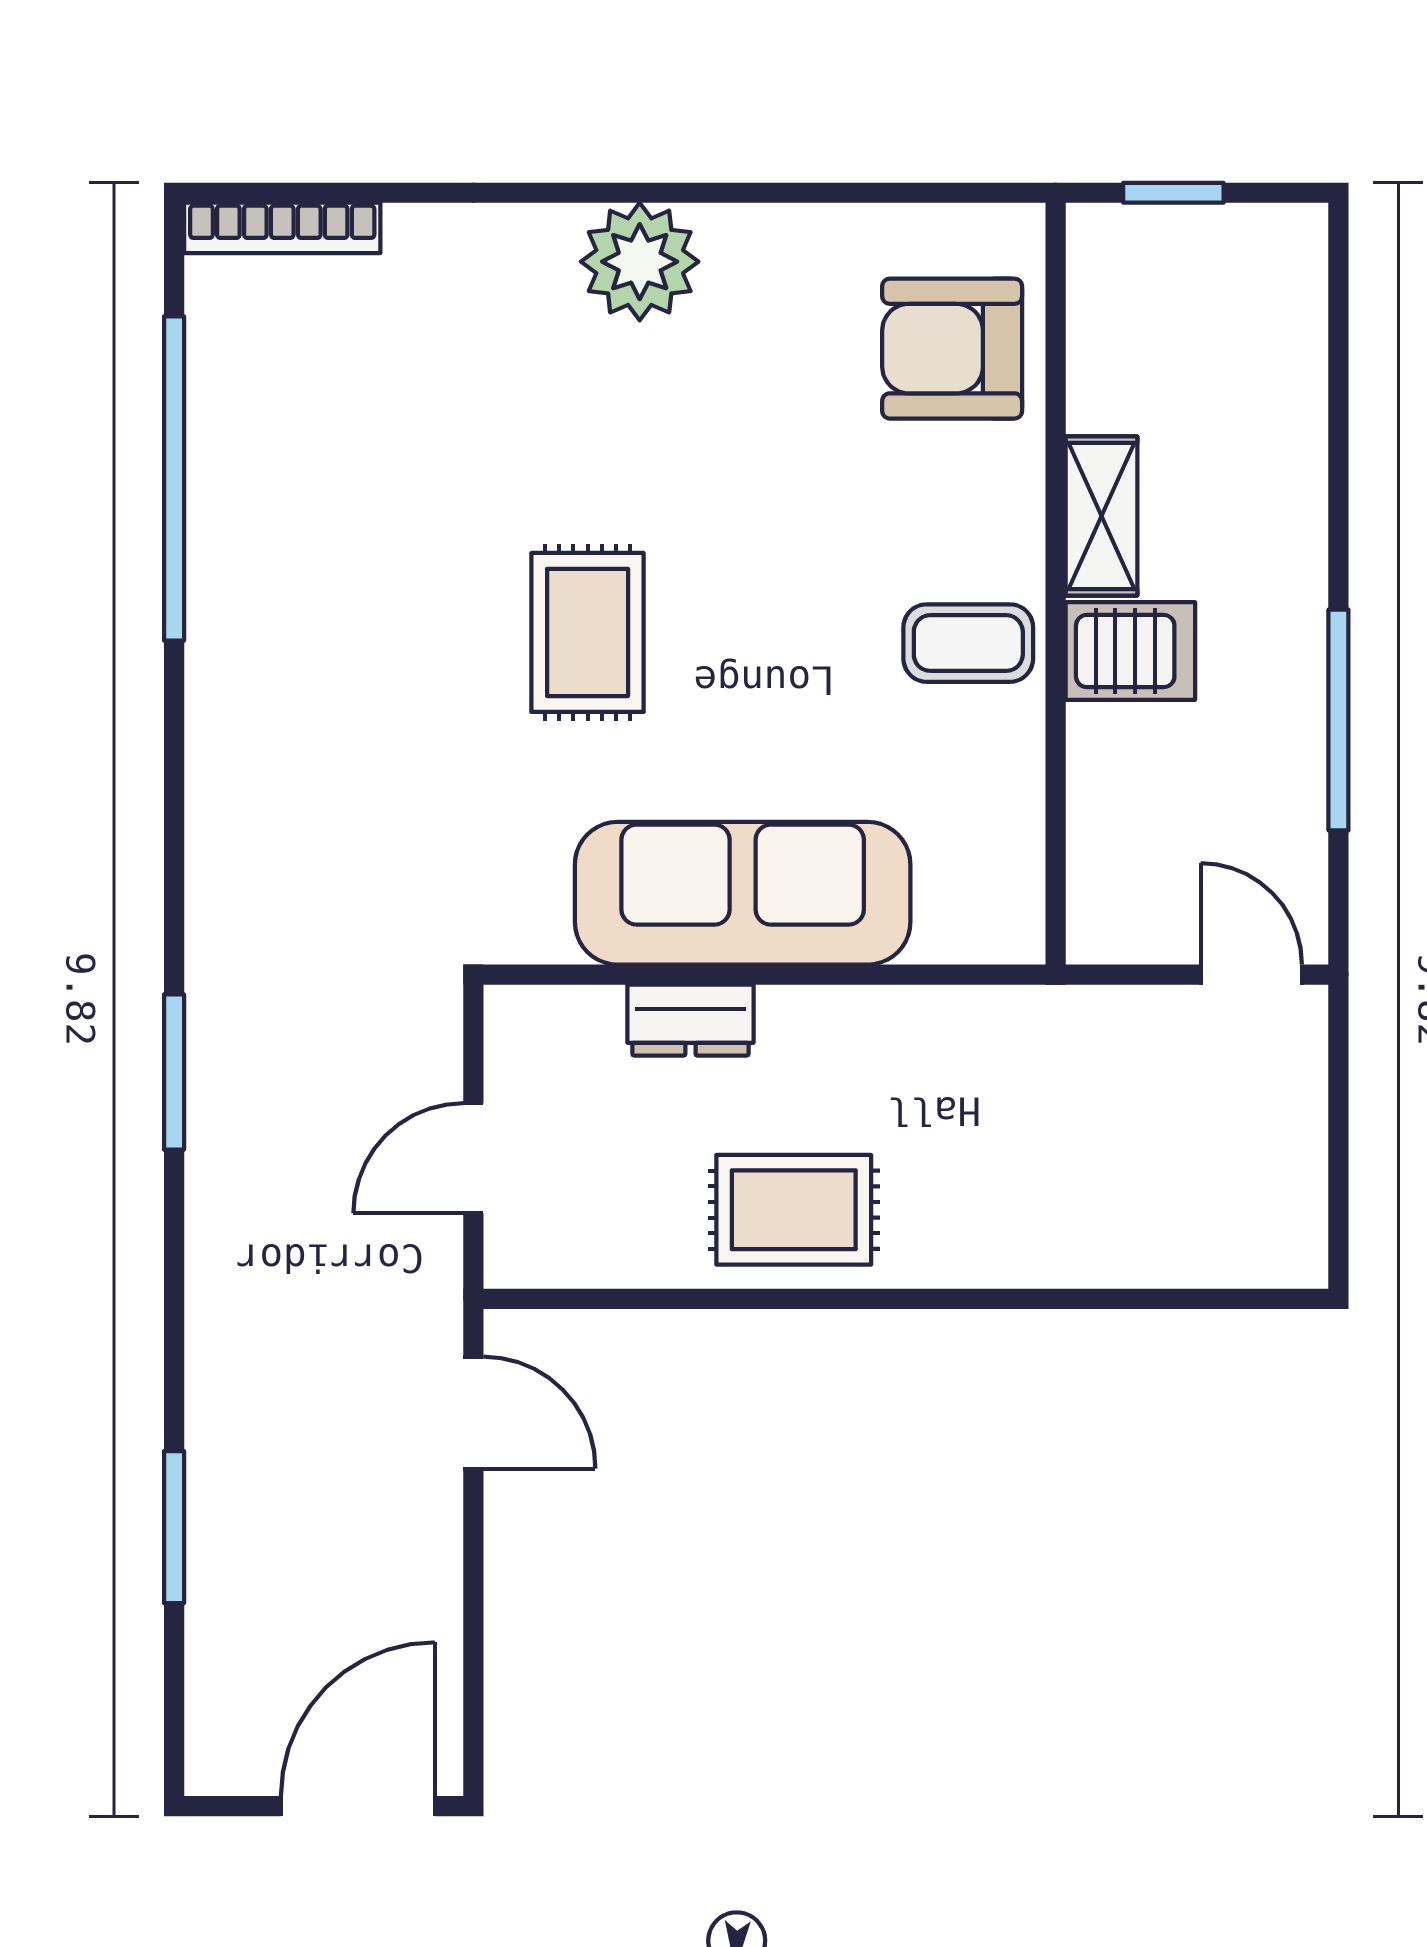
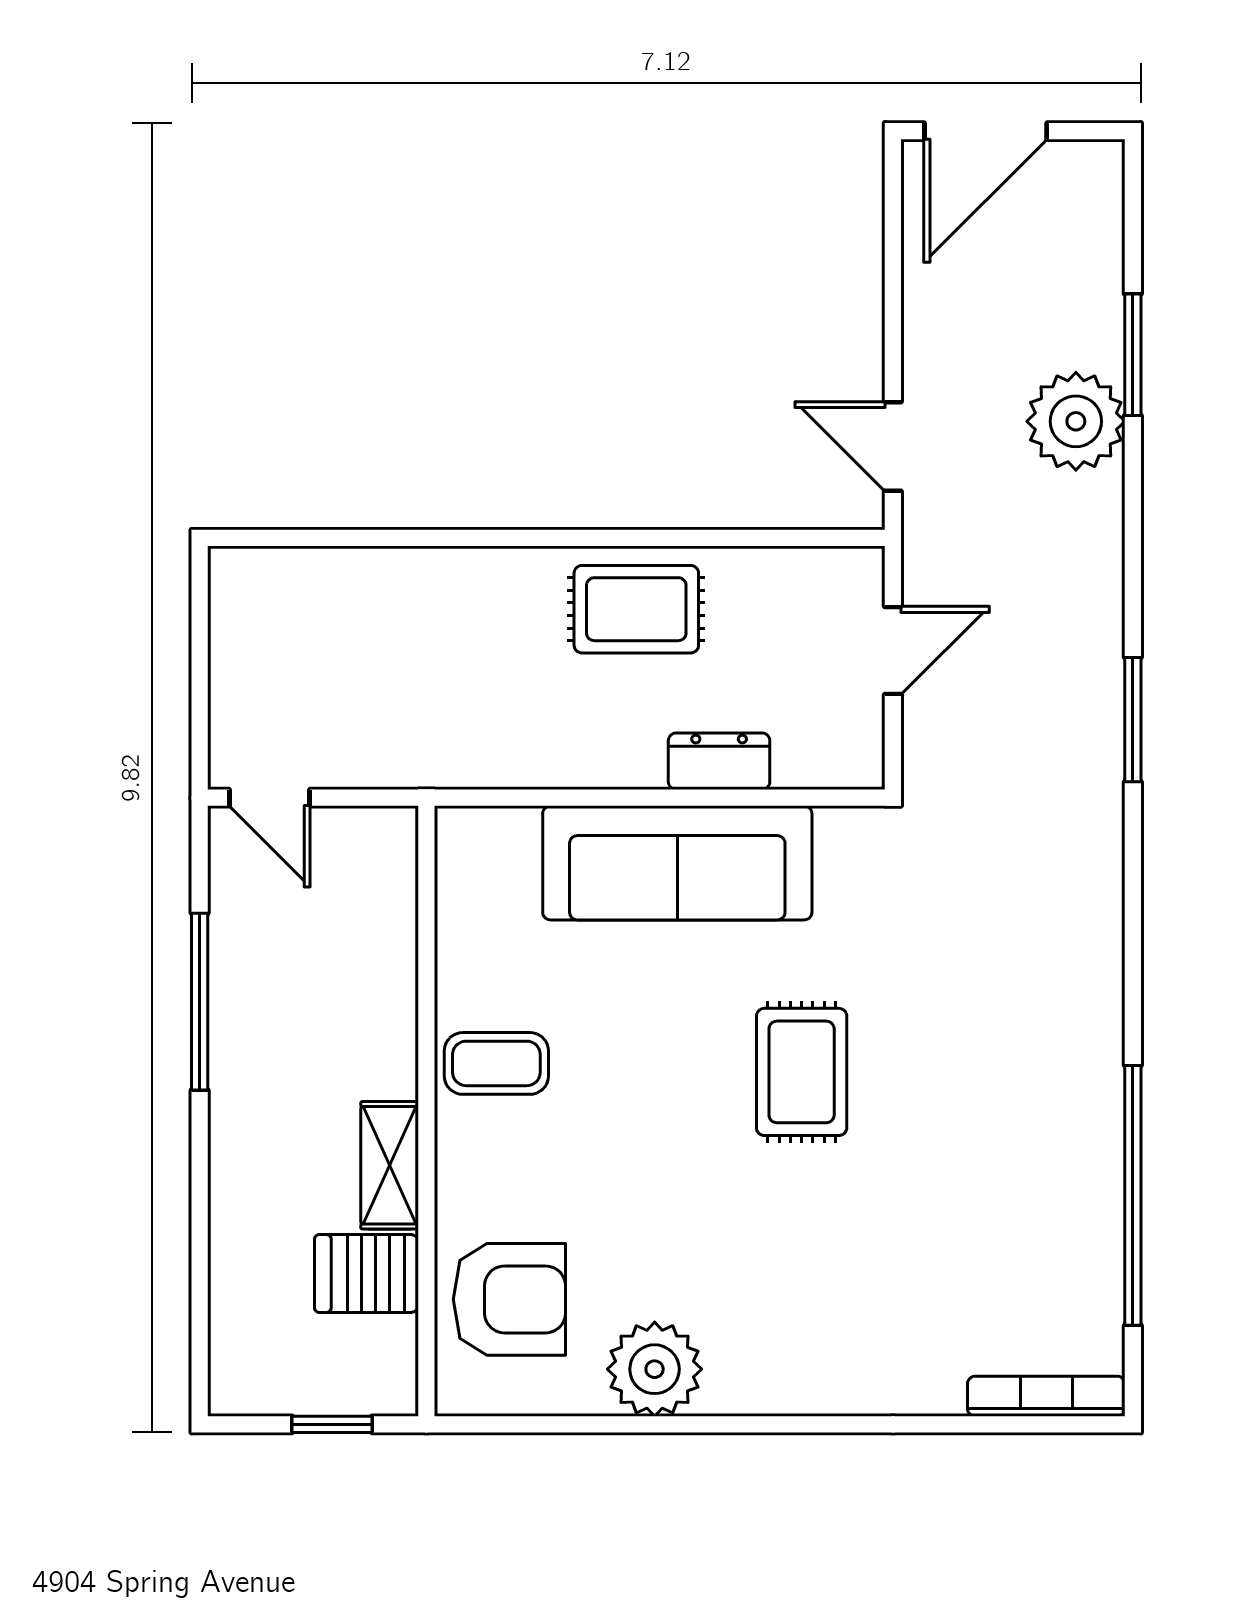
plant: (640, 262) -> (655, 1369), moved
server rack: (1130, 651) -> (366, 1274), moved
plant: (245, 1444) -> (1076, 421), added

